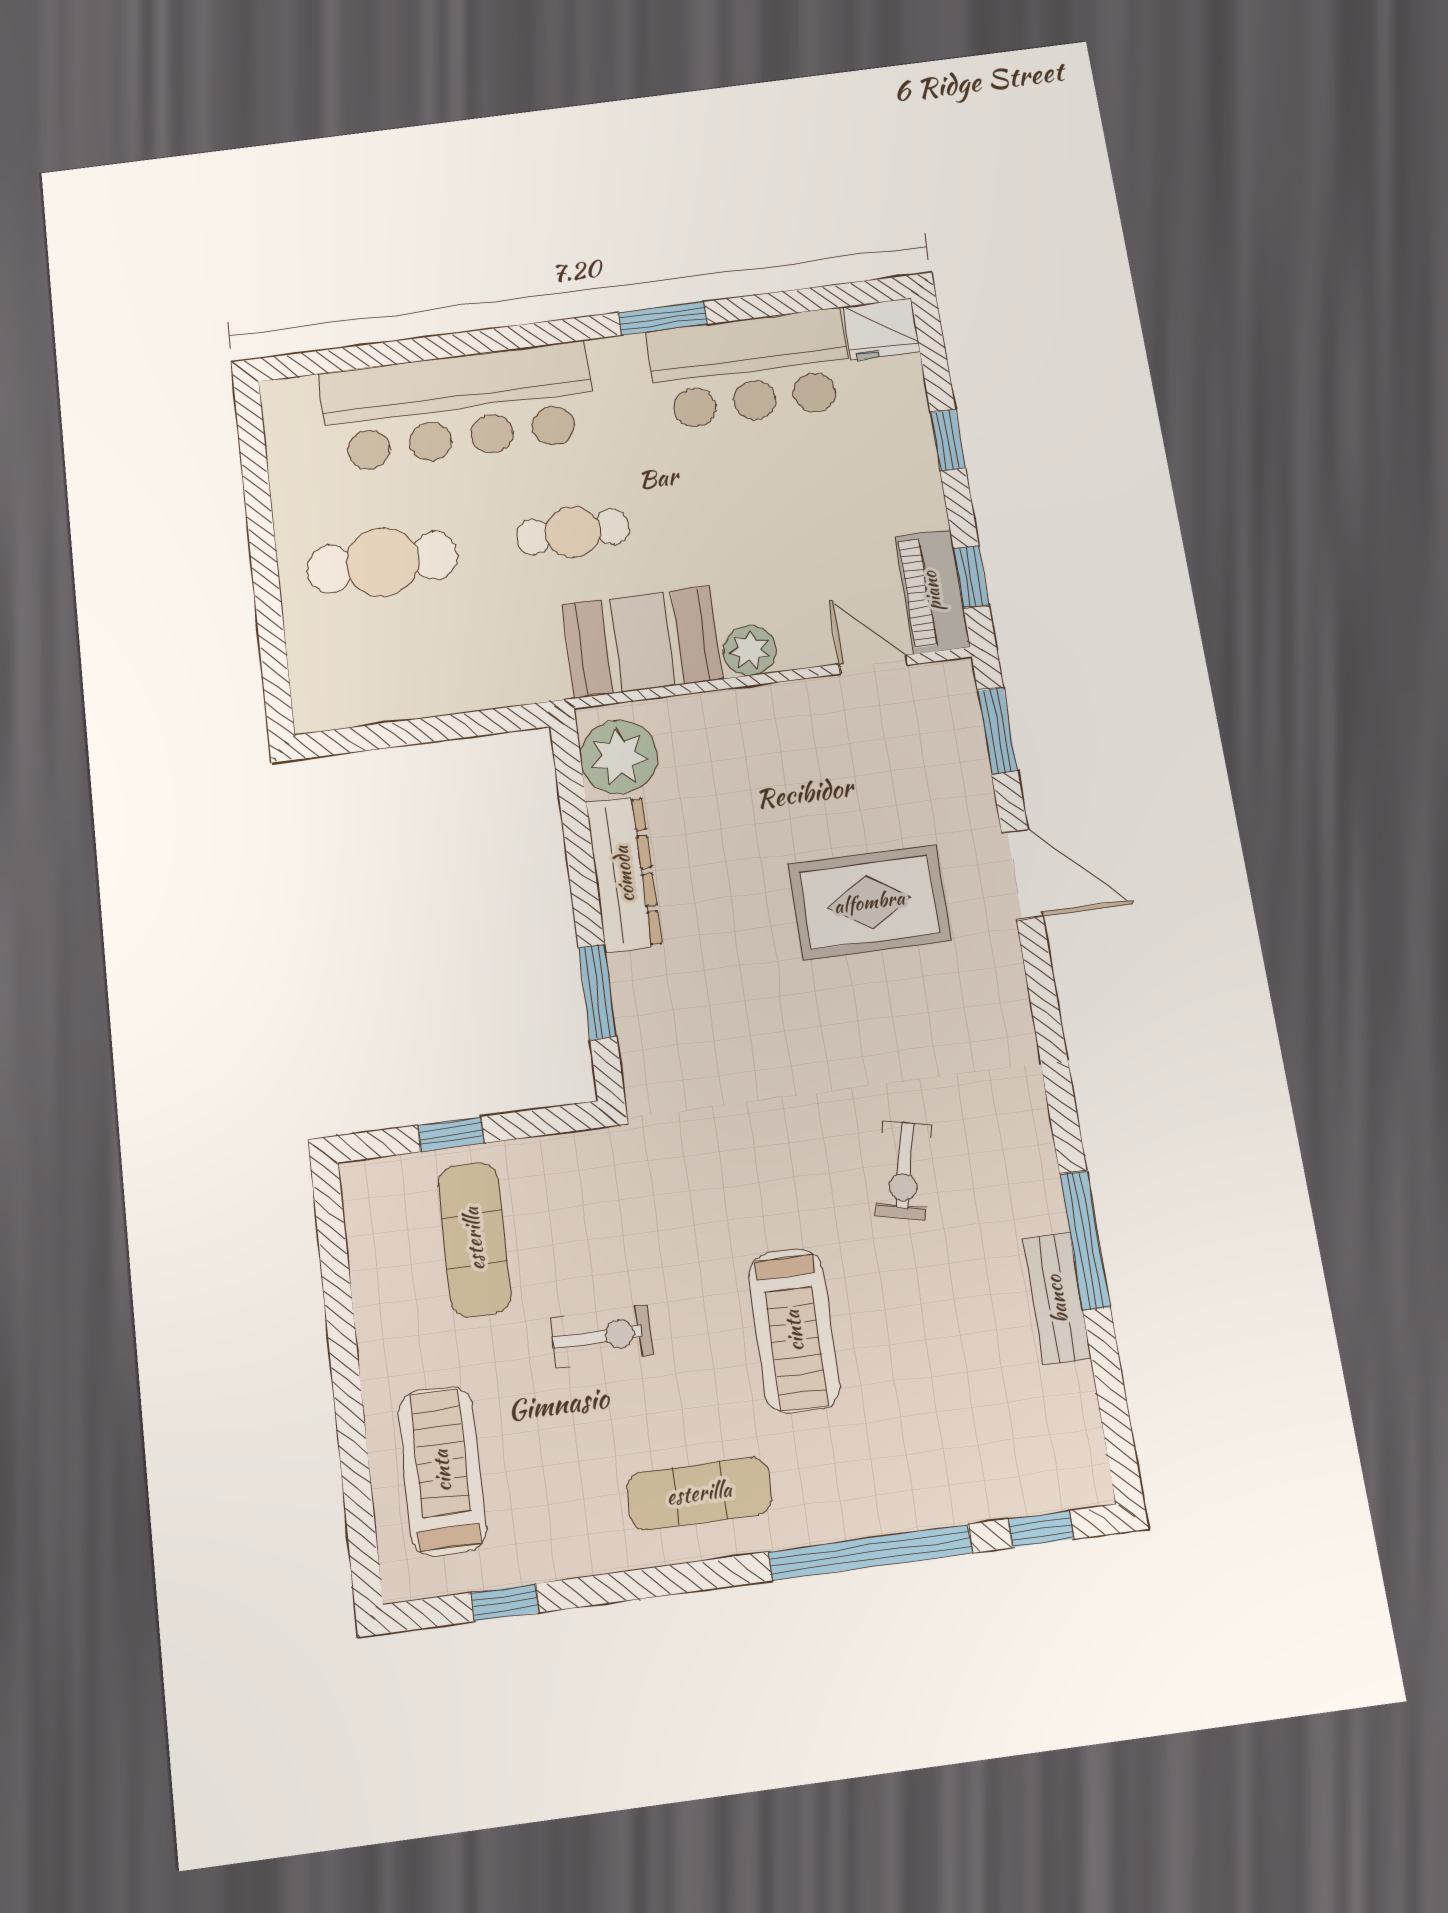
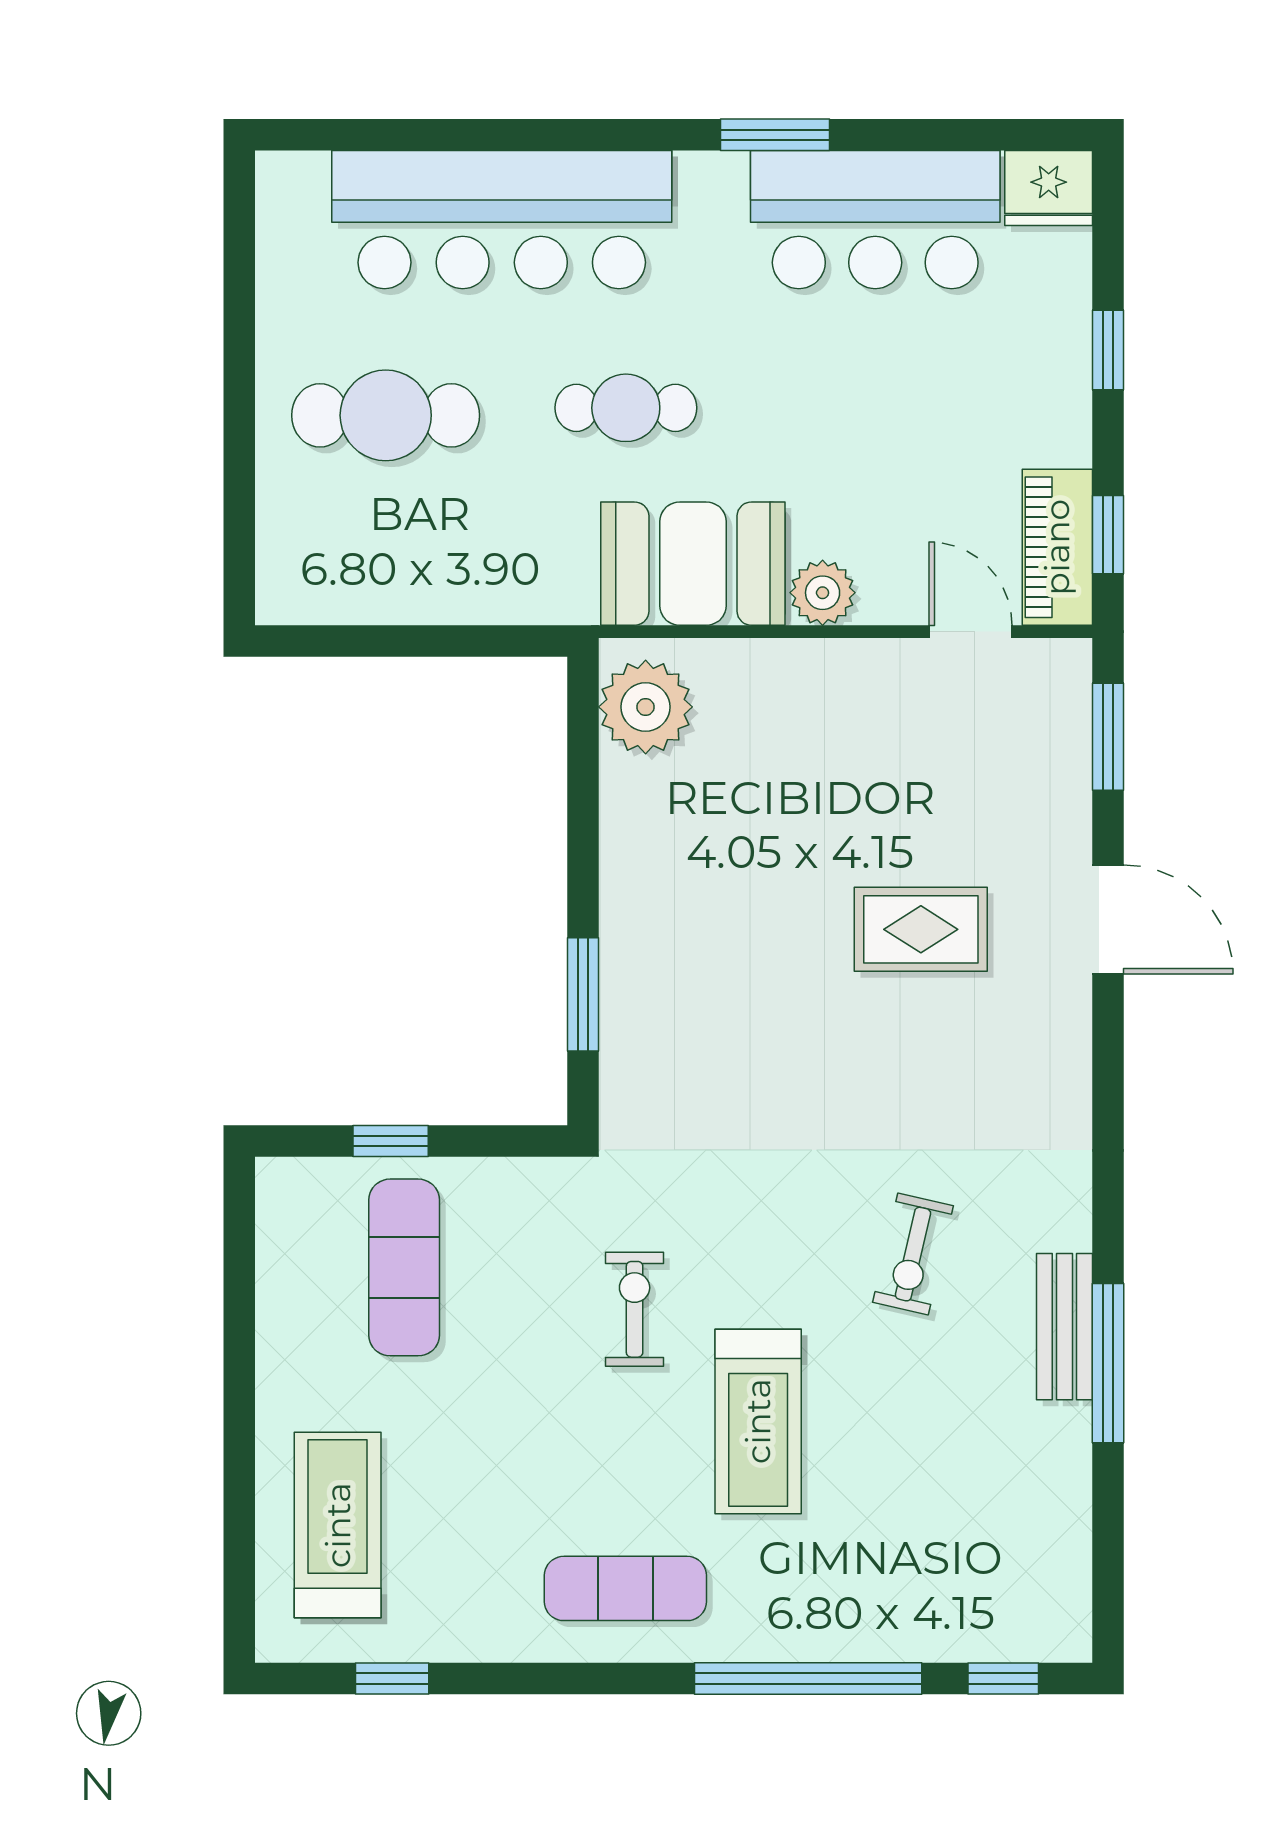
dresser: (624, 874) -> (633, 854), removed
rug: (869, 902) -> (921, 929), width x0.73, depth x0.70
bench: (1057, 1299) -> (1064, 1327), moved
exercise bike: (602, 1336) -> (635, 1309), moved, turned -90

